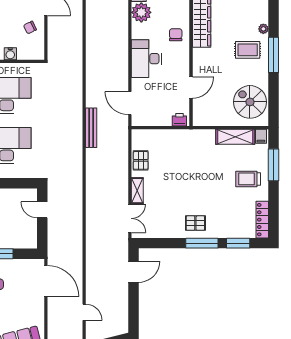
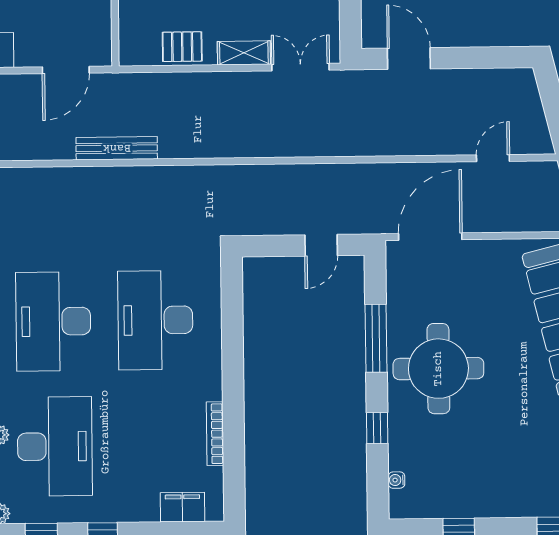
door: (42, 210) -> (321, 245), moved

